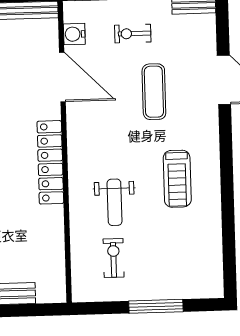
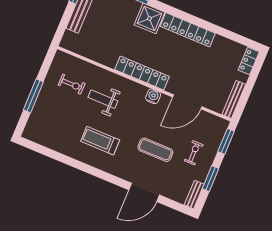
water cooler: (74, 34) -> (153, 96), moved

